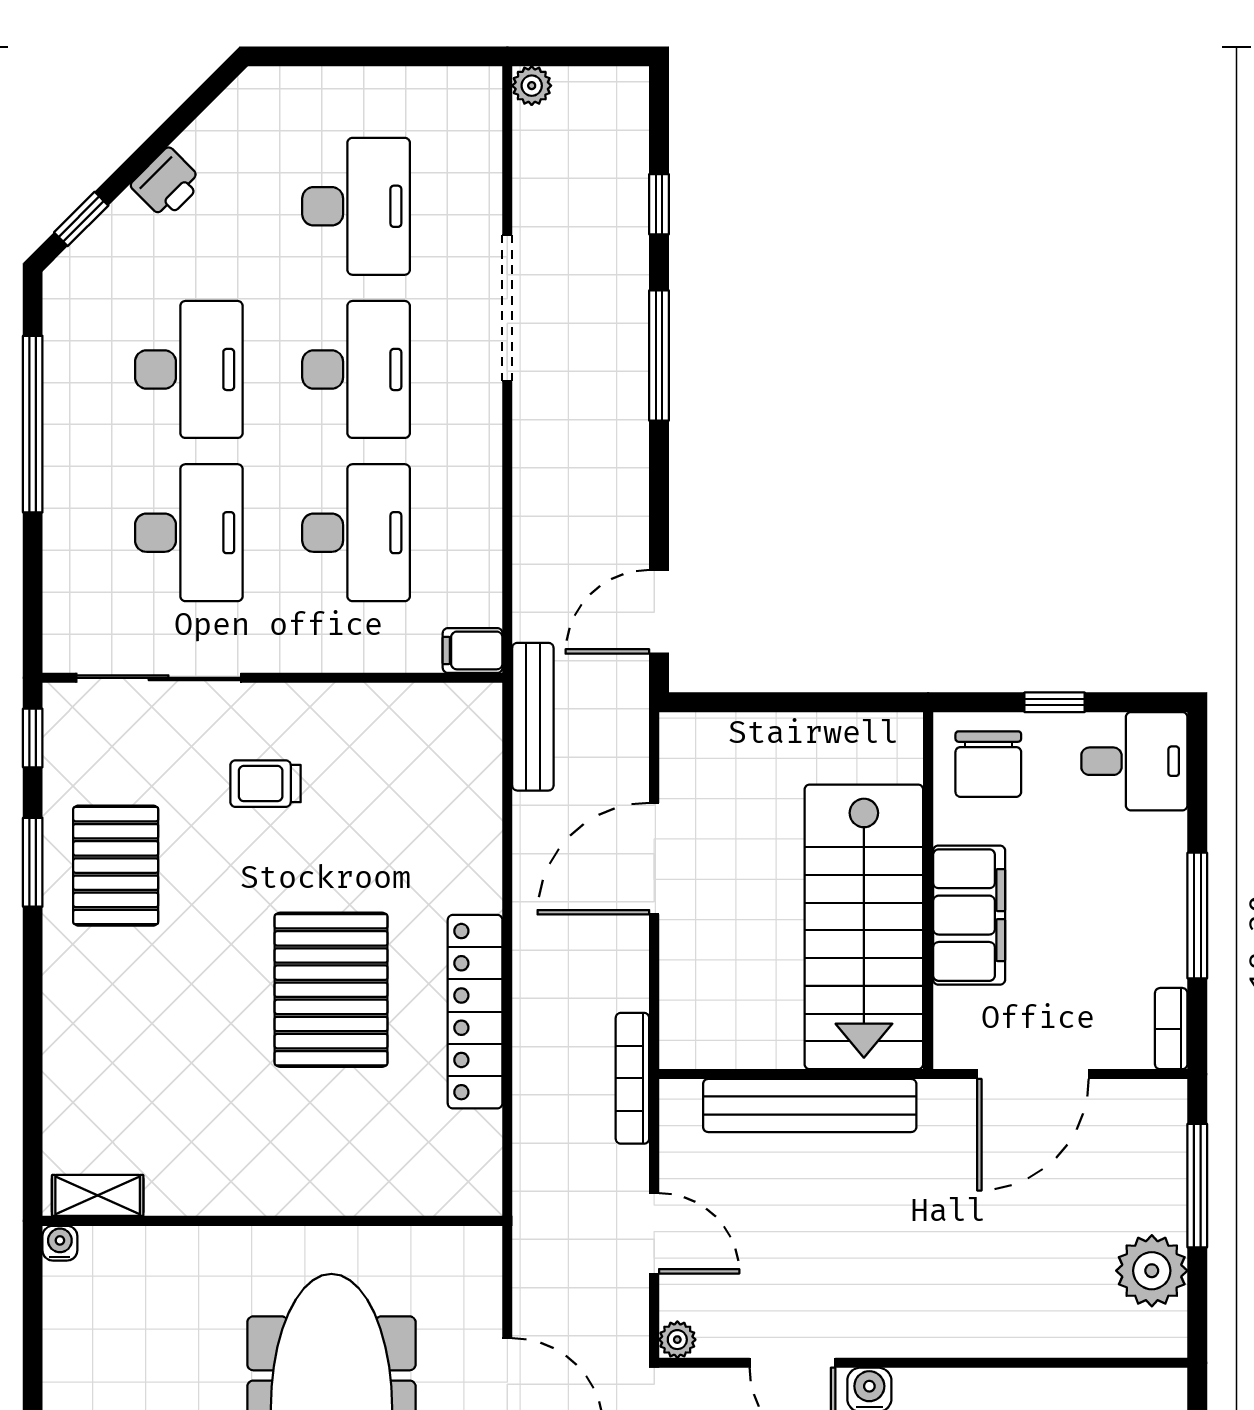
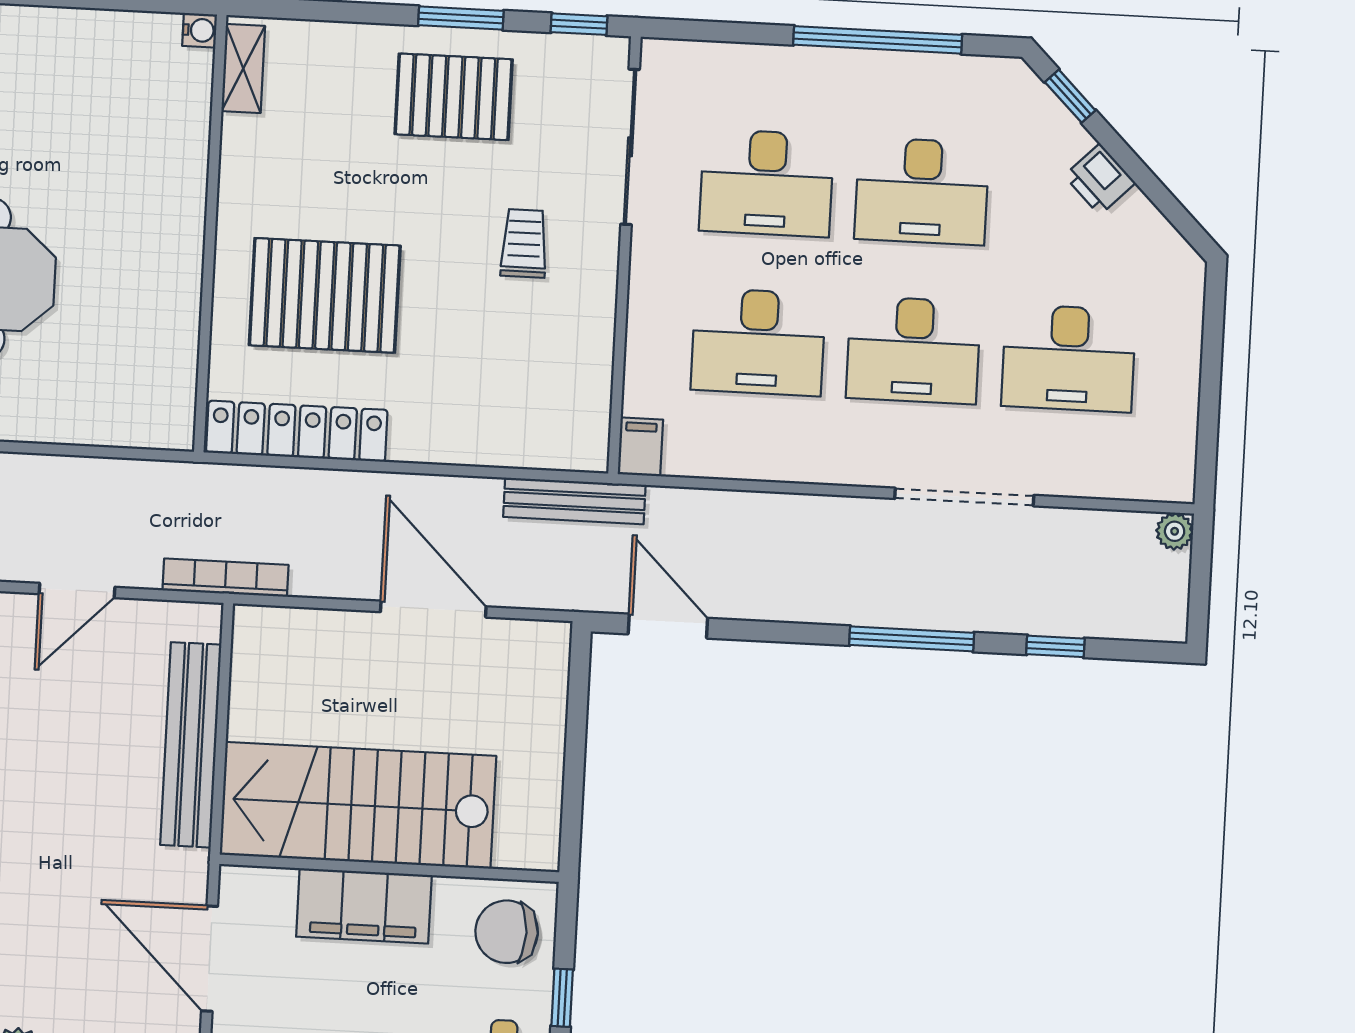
shelving: (98, 1195) -> (243, 69), moved
wall: (272, 1221) -> (210, 233), moved
water cooler: (60, 1243) -> (200, 30), moved

